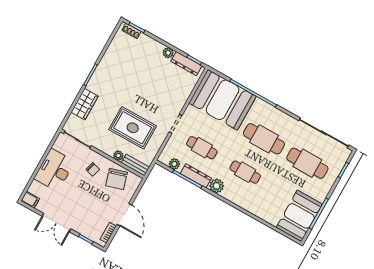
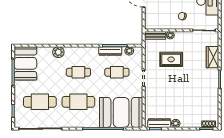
rug: (133, 128) -> (171, 59), width x0.73, depth x0.70
chair: (117, 179) -> (163, 19), removed
plant: (217, 186) -> (58, 52), moved

